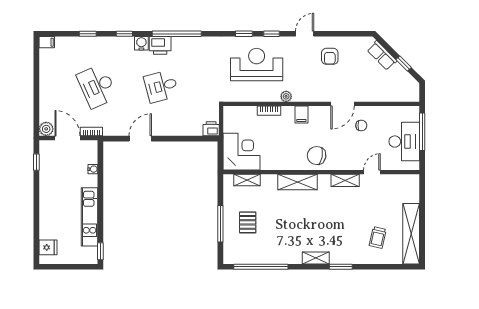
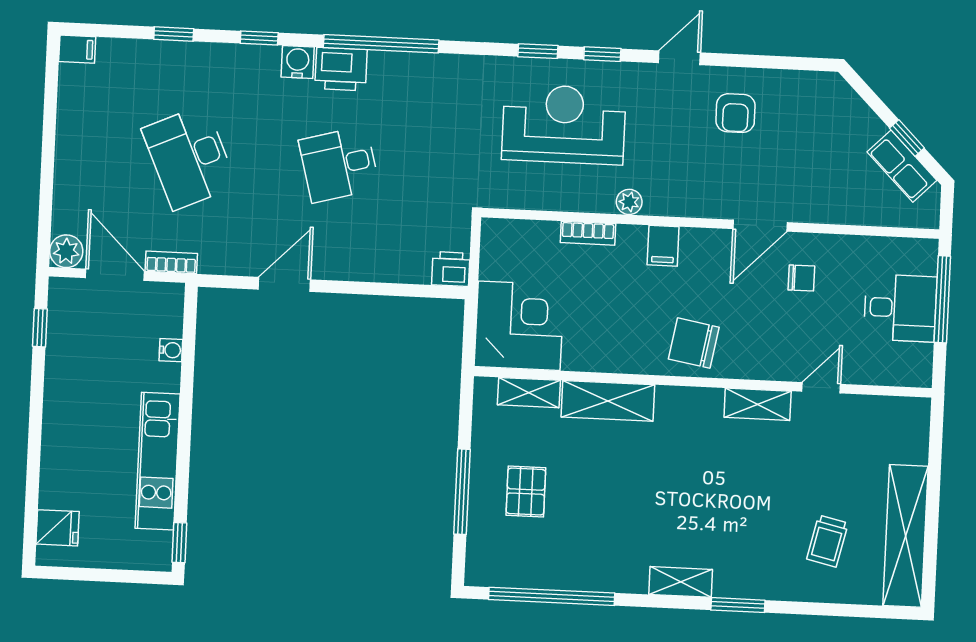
row of seats: (382, 55) -> (902, 166), moved
desk: (404, 142) -> (900, 308), width x0.73
shelving: (297, 182) -> (608, 401), moved

